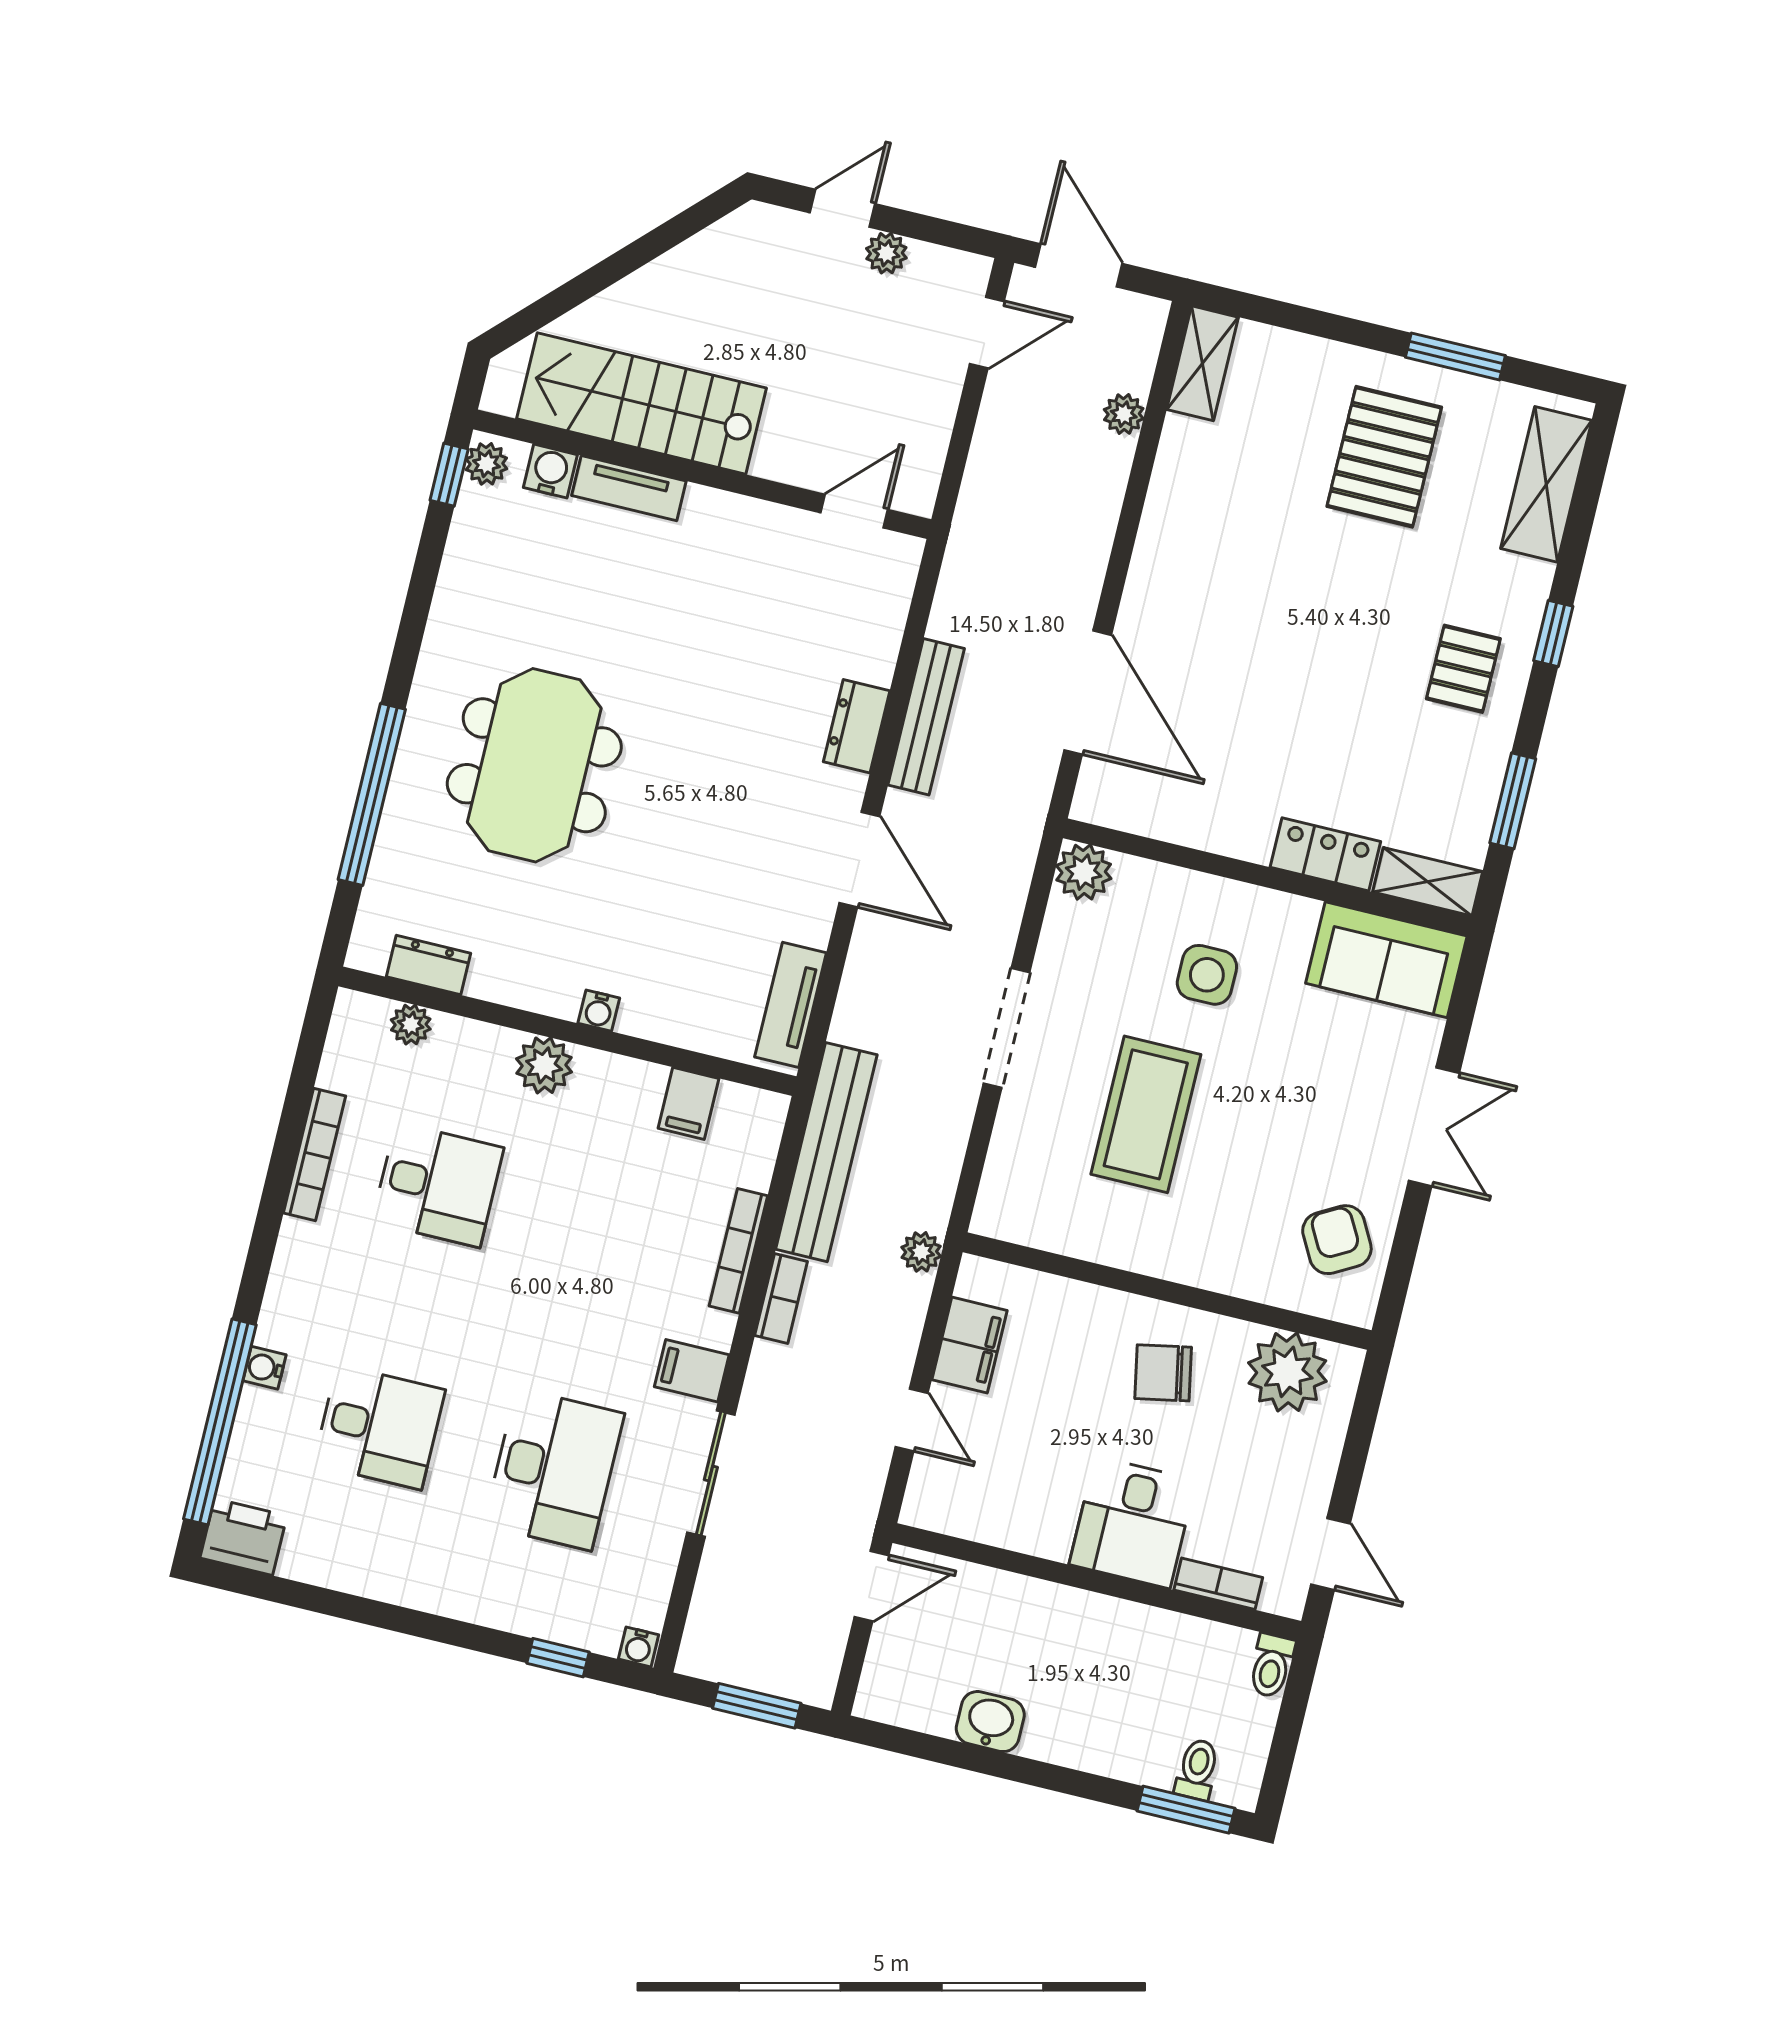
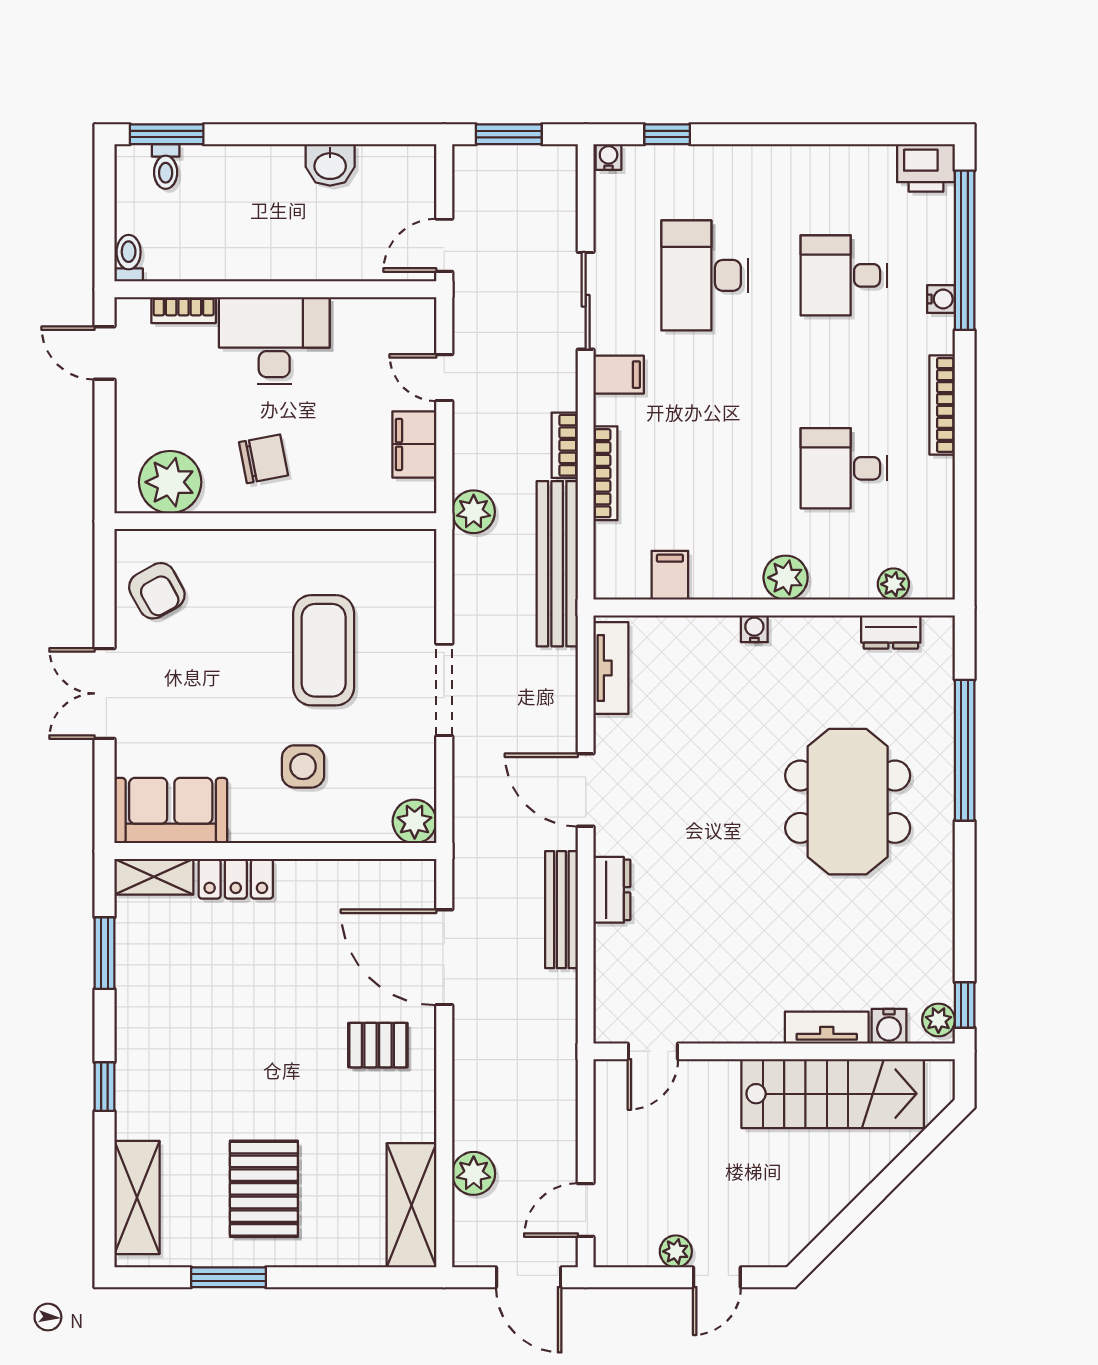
shelving: (1202, 363) -> (412, 1205), width x1.50, depth x1.33
plant: (1124, 414) -> (474, 1173), width x1.38, depth x1.38
pallet: (1463, 669) -> (378, 1045), moved, turned 90
bookcase: (315, 1154) -> (942, 405), moved
plant: (921, 1252) -> (474, 512), width x1.38, depth x1.38
desk: (1133, 1522) -> (274, 341), width x1.37

